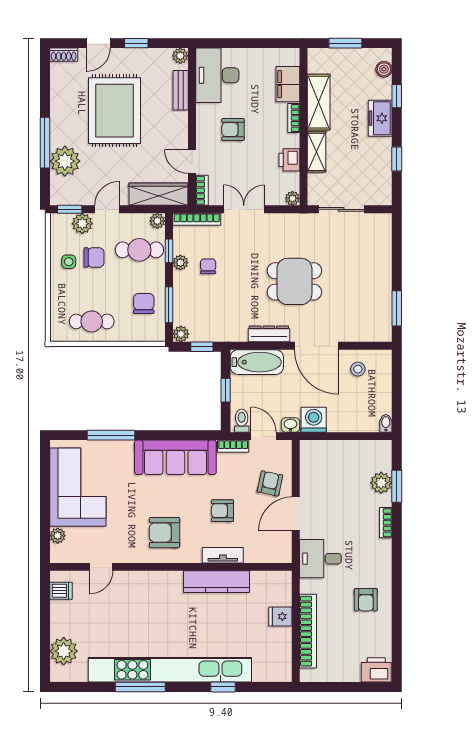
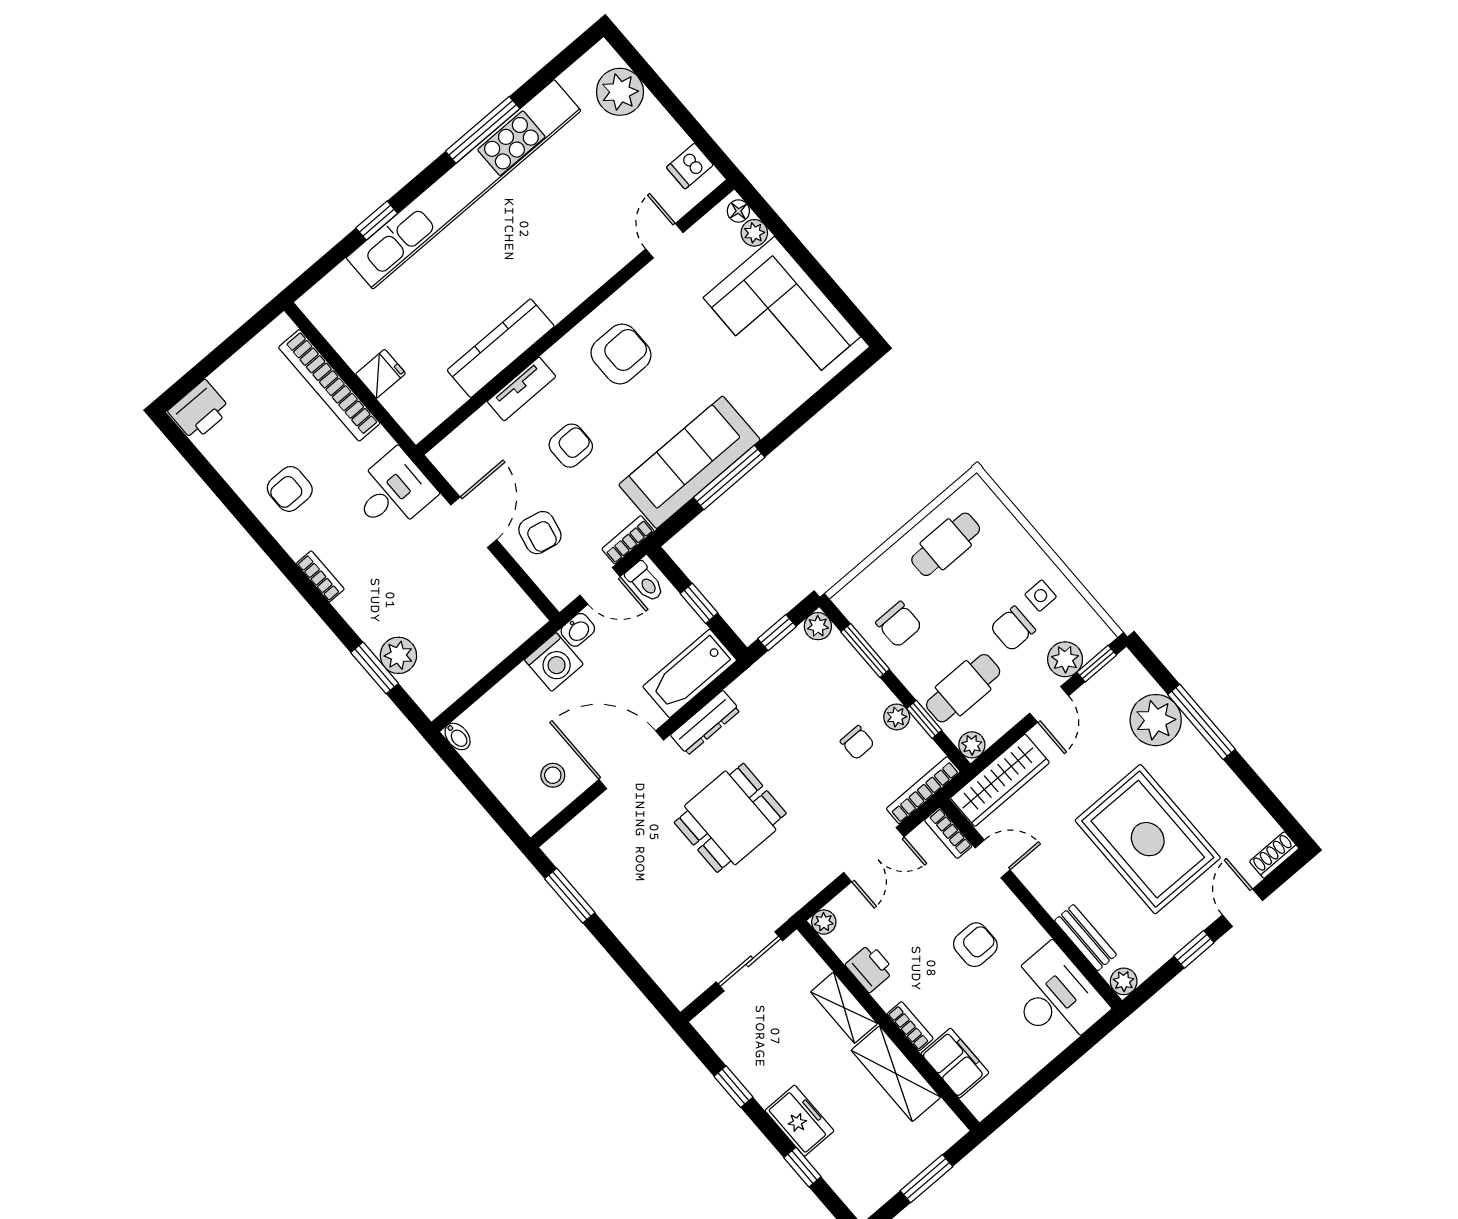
boiler: (384, 69) -> (848, 1188), removed
window: (111, 435) -> (729, 477), moved
bookcase: (386, 523) -> (320, 576), moved
floor lamp: (56, 552) -> (738, 211), added
armchair: (366, 600) -> (290, 489), turned -90

